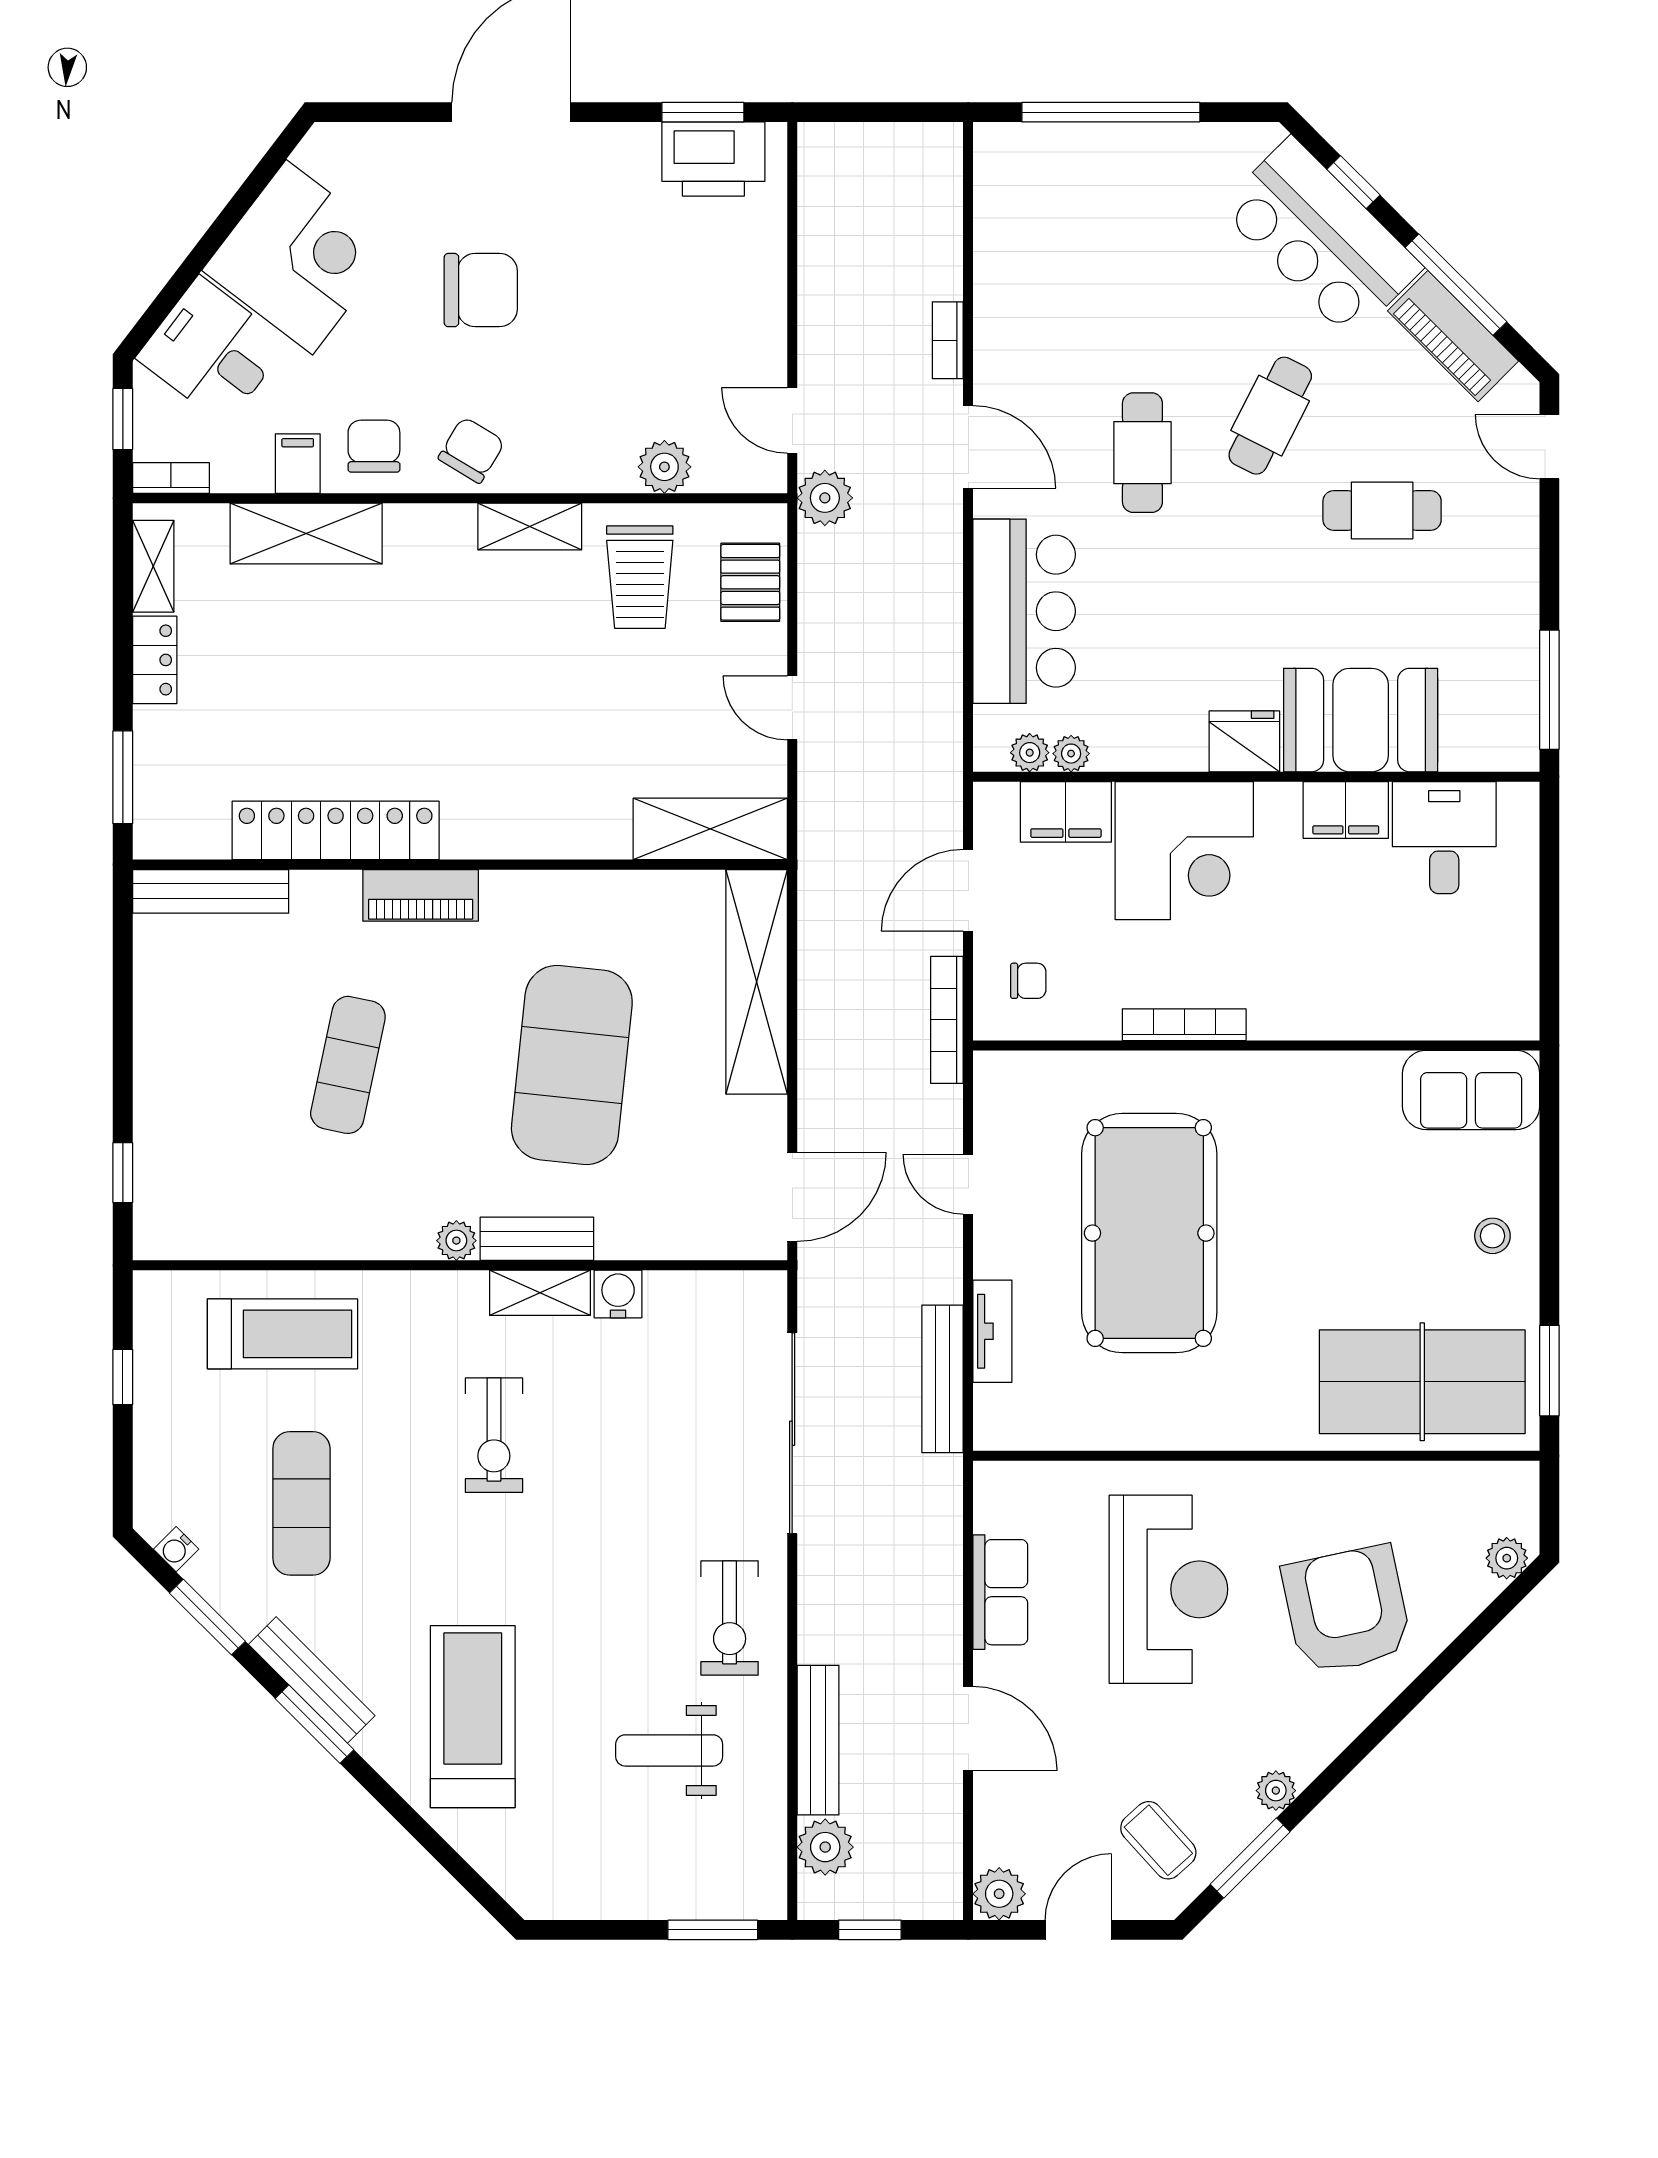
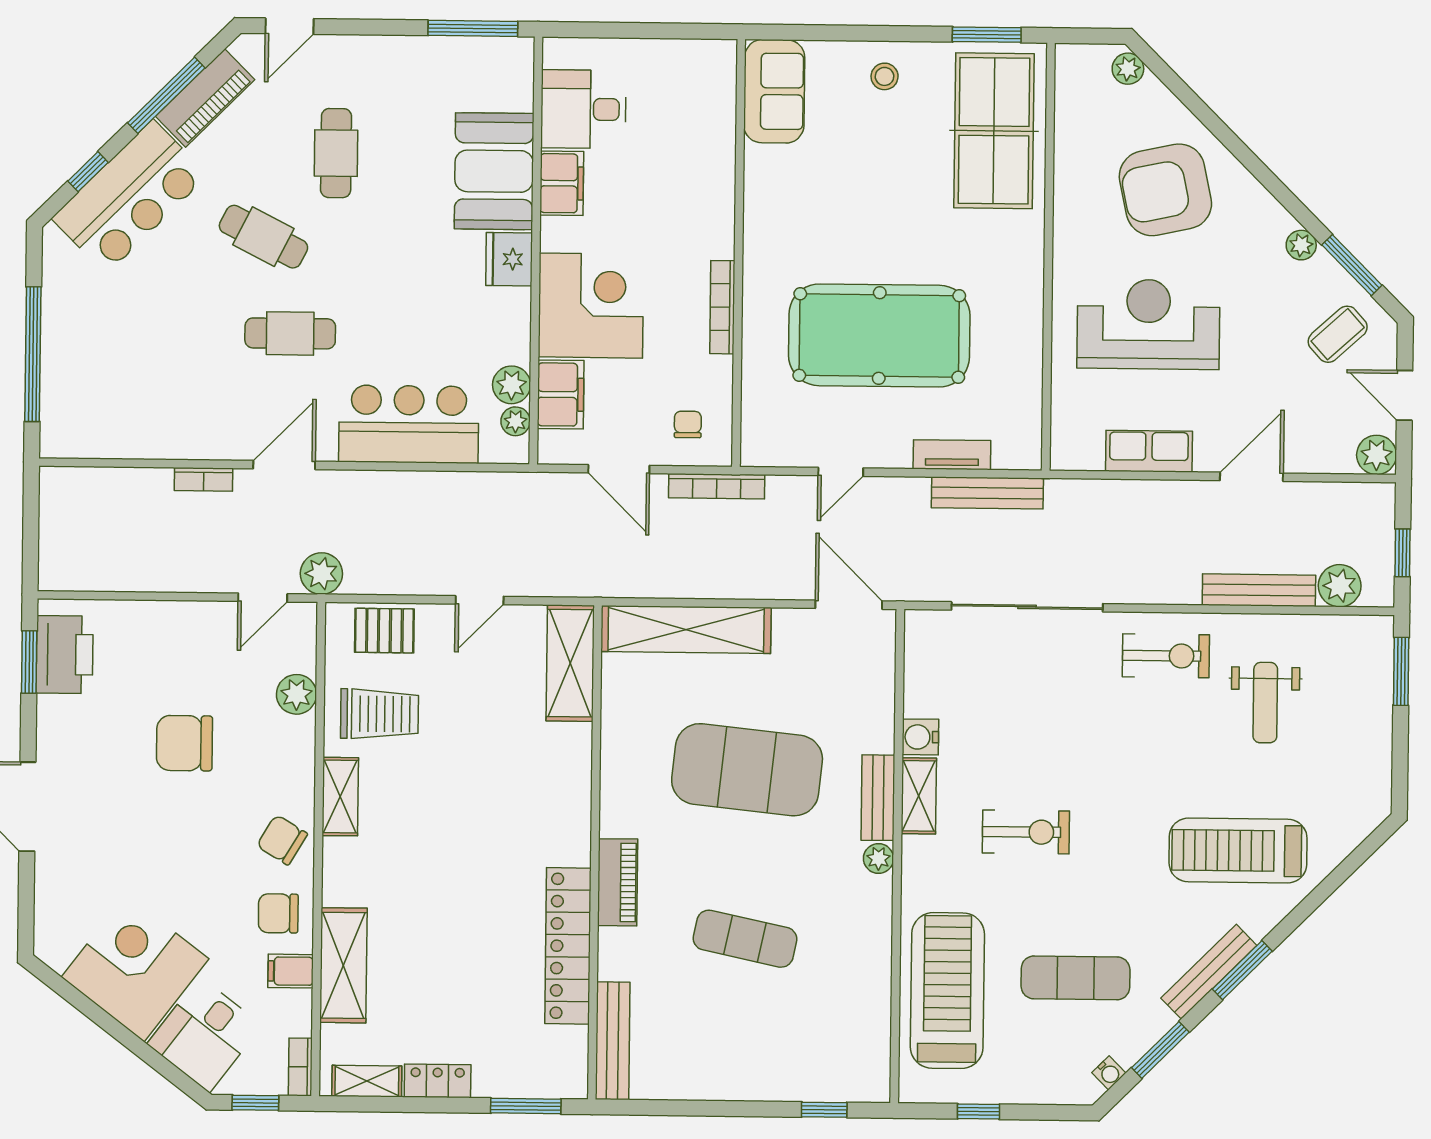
chair: (481, 290) -> (184, 743), moved, turned -90
plant: (1071, 754) -> (512, 385), width x1.38, depth x1.38
treadmill: (283, 1334) -> (947, 991), width x1.37, depth x1.38

